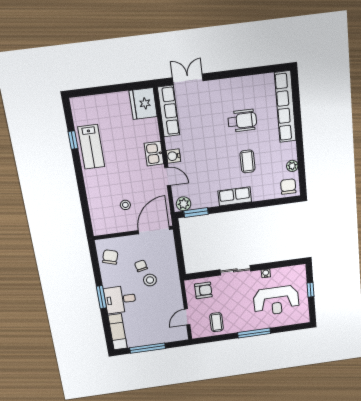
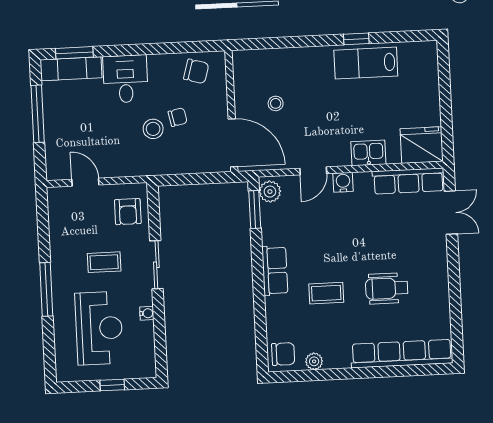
wheelchair: (242, 121) -> (387, 288), turned 90
window: (73, 140) -> (356, 39), moved
kitchen sink: (154, 154) -> (368, 153), moved
window: (101, 297) -> (74, 53), moved
reception desk: (276, 301) -> (99, 328), turned 180
coffee table: (217, 322) -> (104, 262), moved

